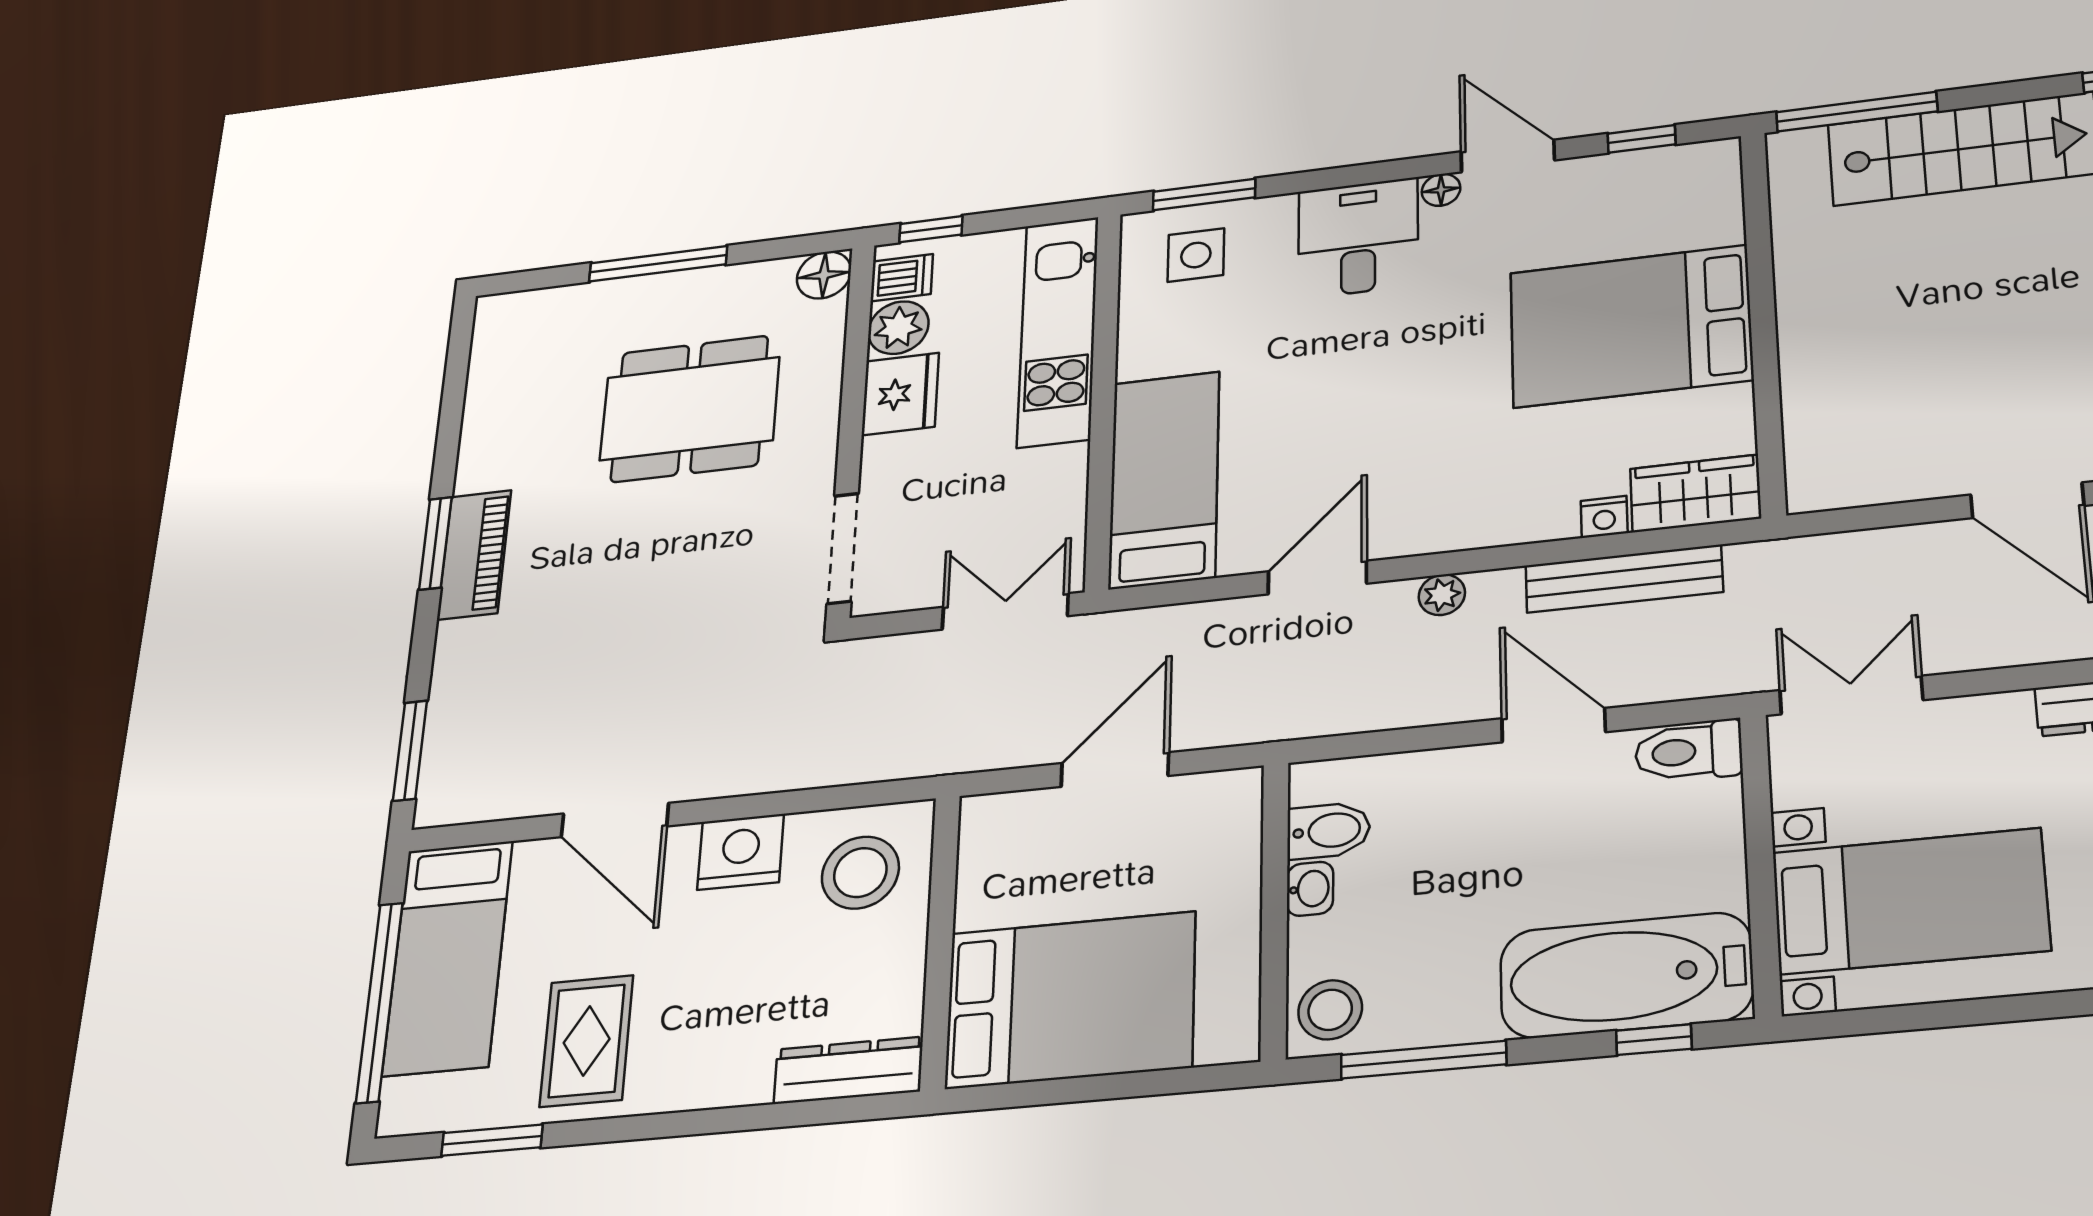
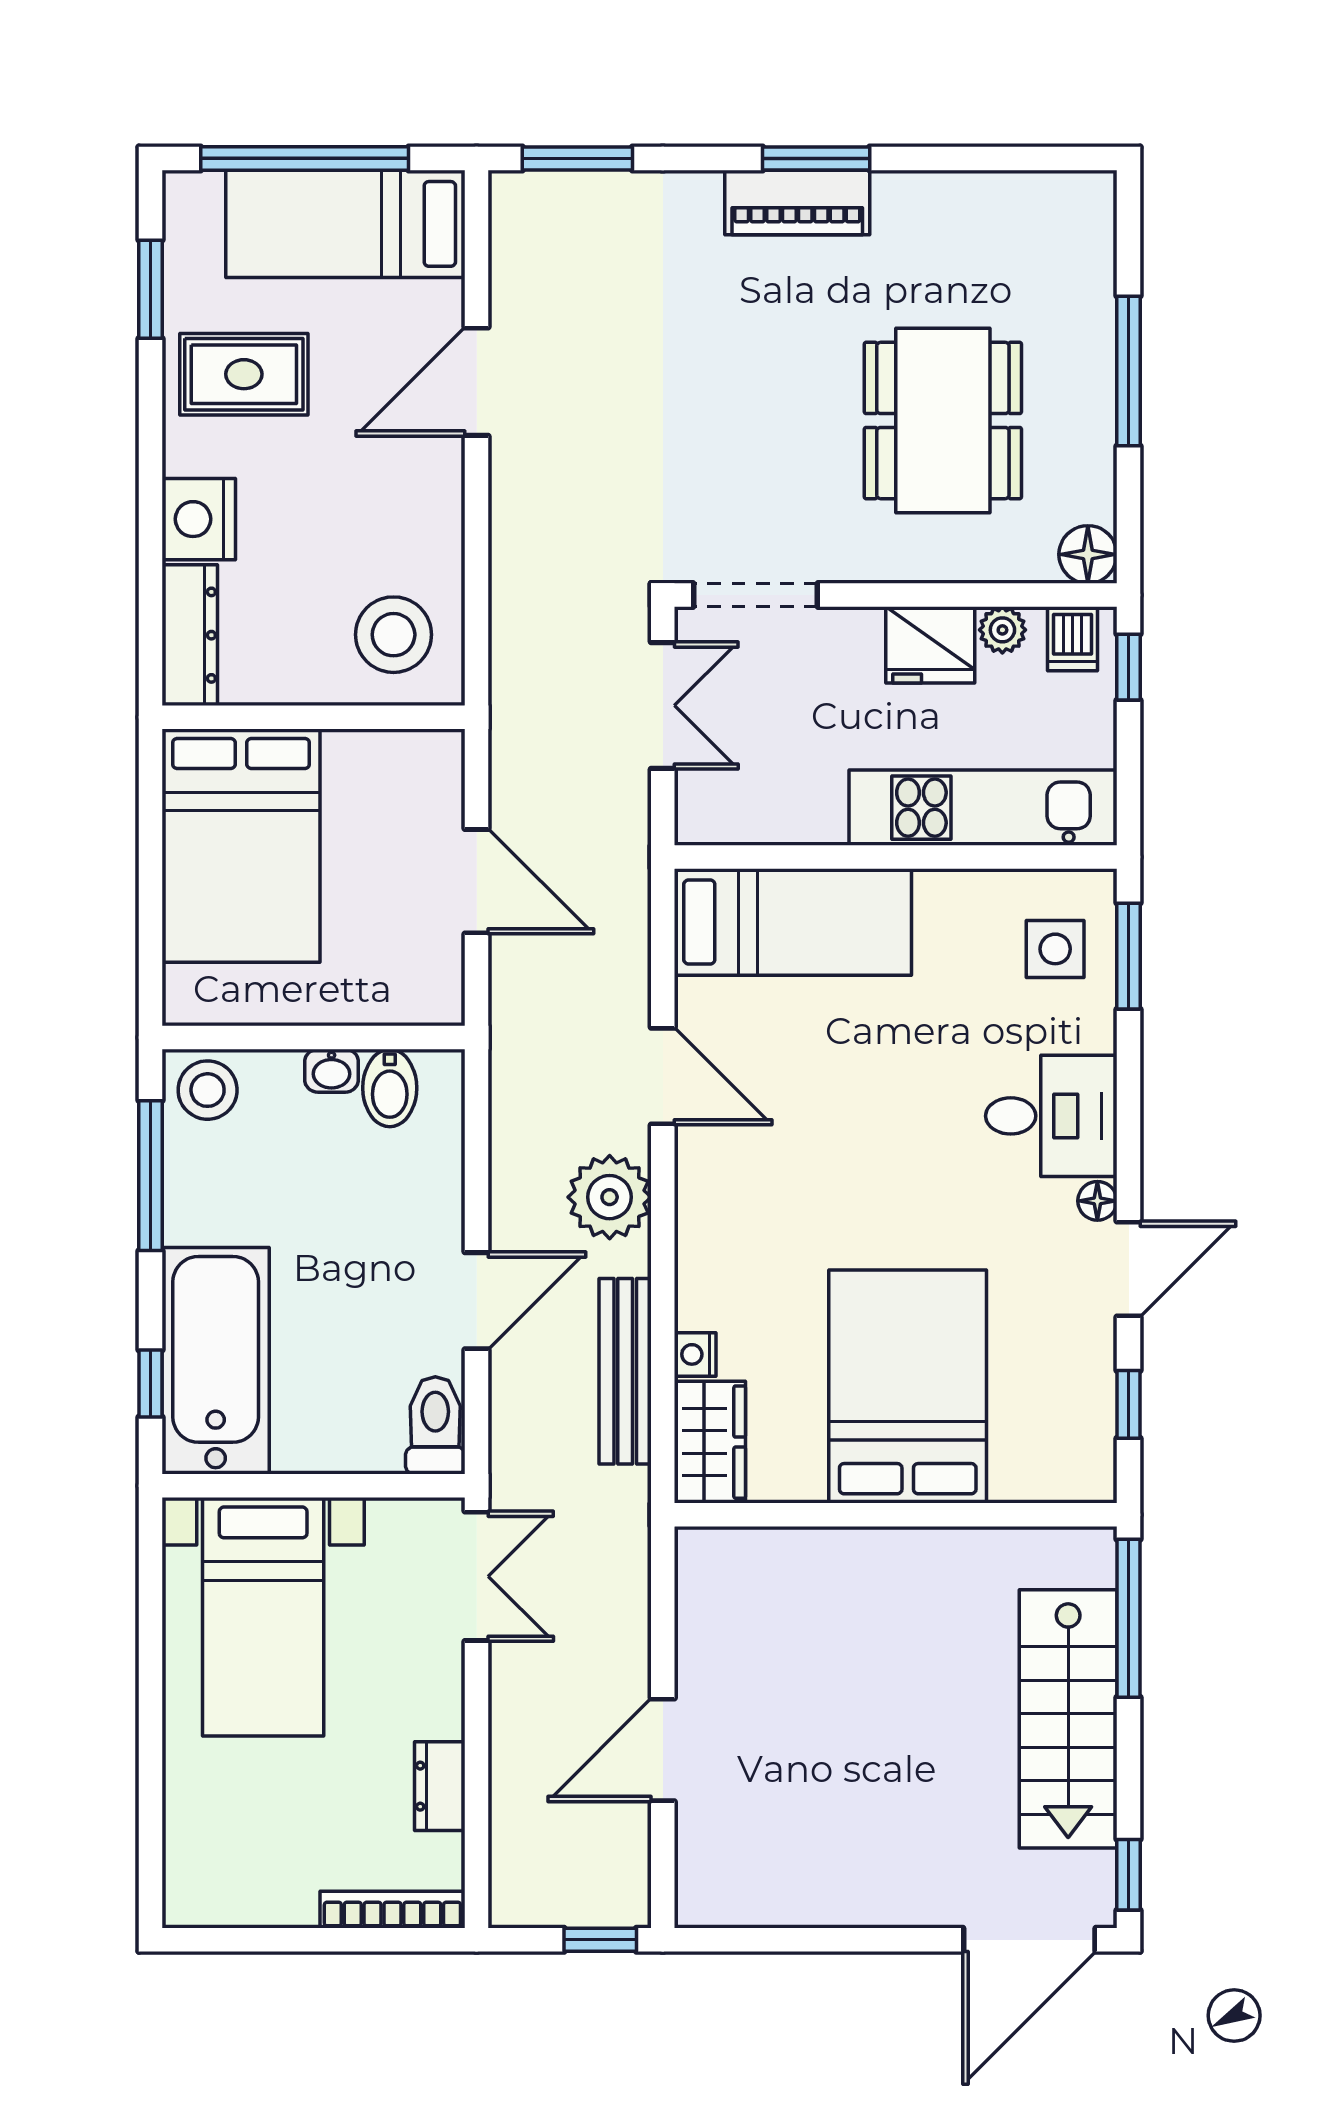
plant: (898, 328) -> (1002, 630), width x0.73, depth x0.73
plant: (1442, 595) -> (610, 1197), width x1.88, depth x1.88
double door: (1005, 611) -> (663, 705), moved
nightstand: (741, 852) -> (199, 519), moved, turned 180

